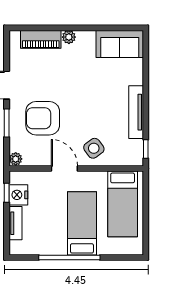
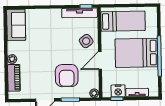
tv unit: (136, 112) -> (80, 13), moved
bed: (82, 223) -> (136, 53), width x1.50

